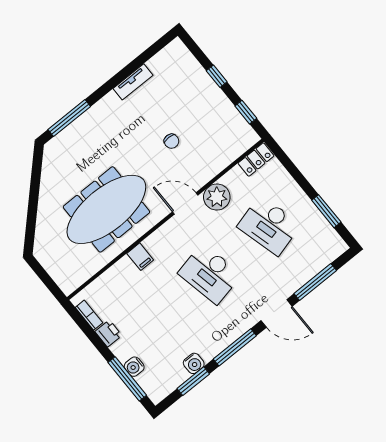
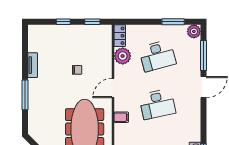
window: (69, 118) -> (25, 95), moved
plant: (217, 197) -> (123, 56), moved
plant: (335, 246) -> (194, 31), added
filing cabinet: (140, 257) -> (121, 117), moved
window: (235, 347) -> (204, 121), removed

